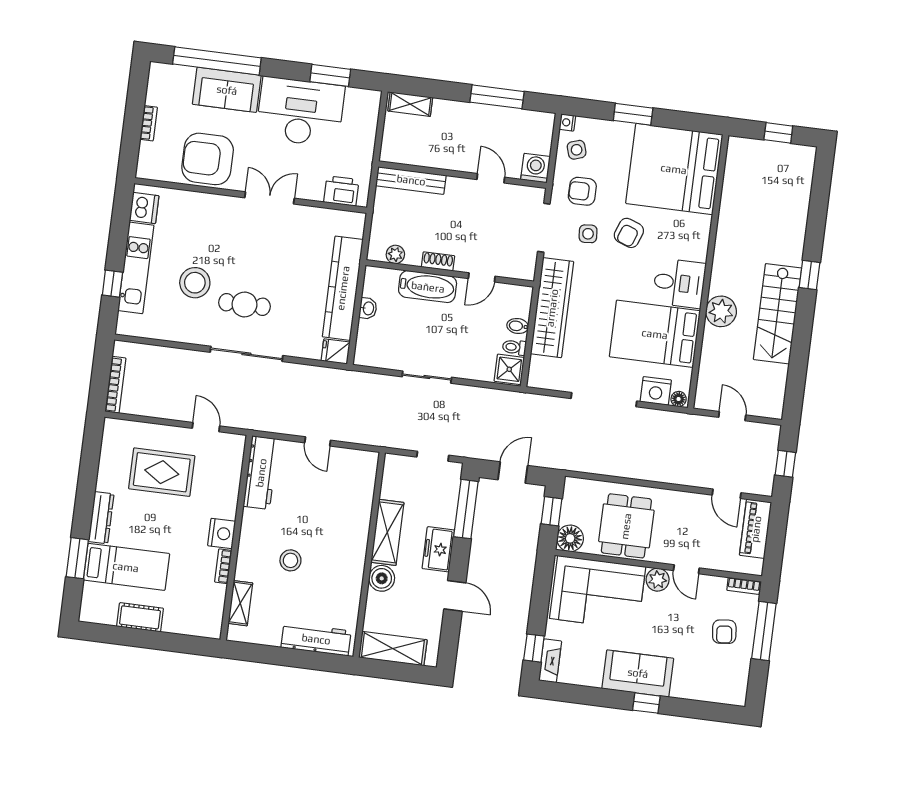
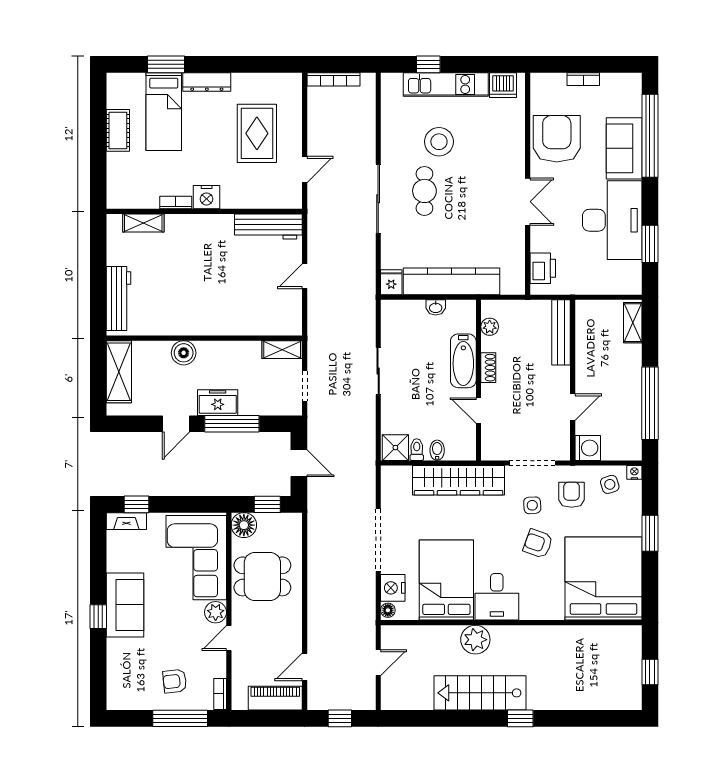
window: (497, 97) -> (650, 403), width x1.46
window: (466, 509) -> (232, 424), moved
shelving: (387, 532) -> (282, 350), moved, width x0.67, depth x0.75
stool: (290, 560) -> (190, 265), removed

